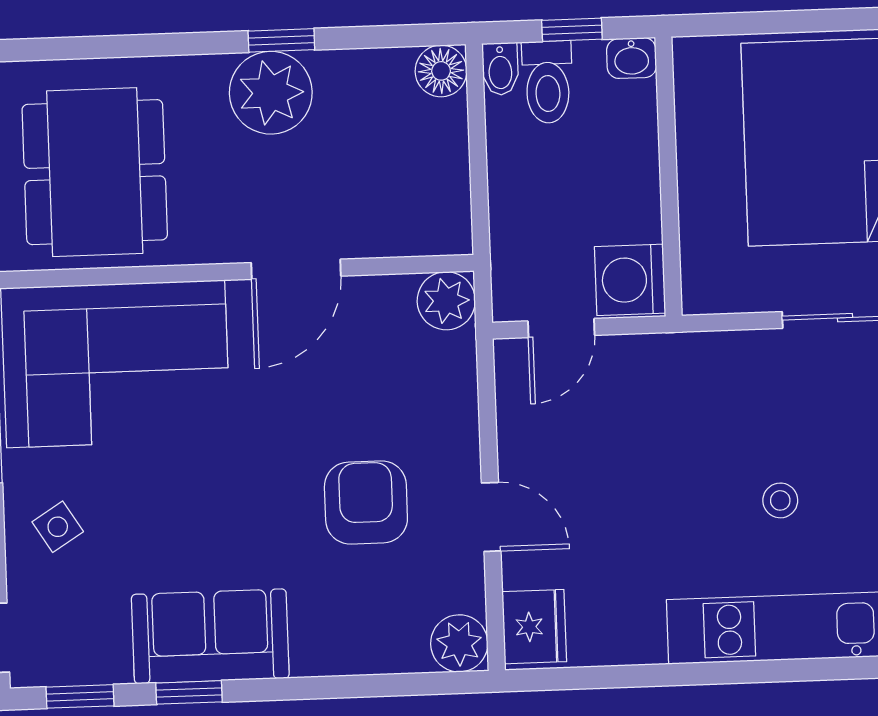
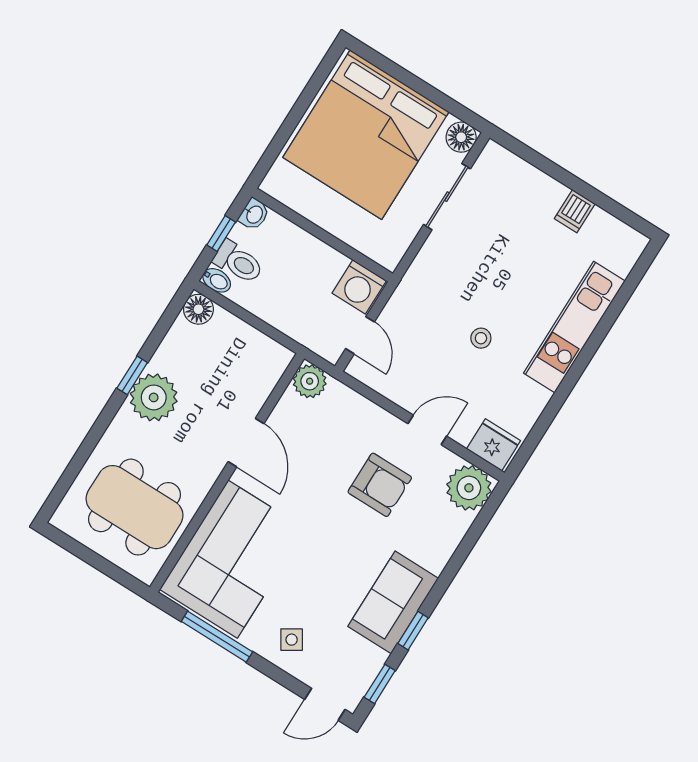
stool: (780, 500) -> (481, 338), moved
armchair: (366, 502) -> (380, 485), turned 180
plant: (459, 643) -> (469, 488), width x1.36, depth x1.36

